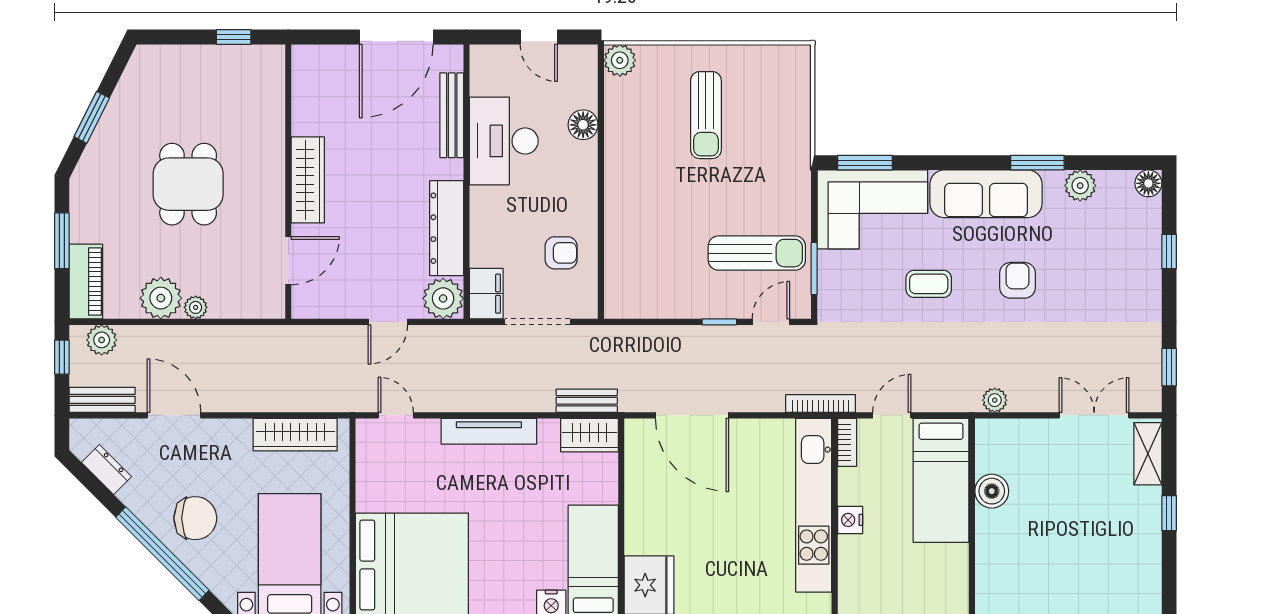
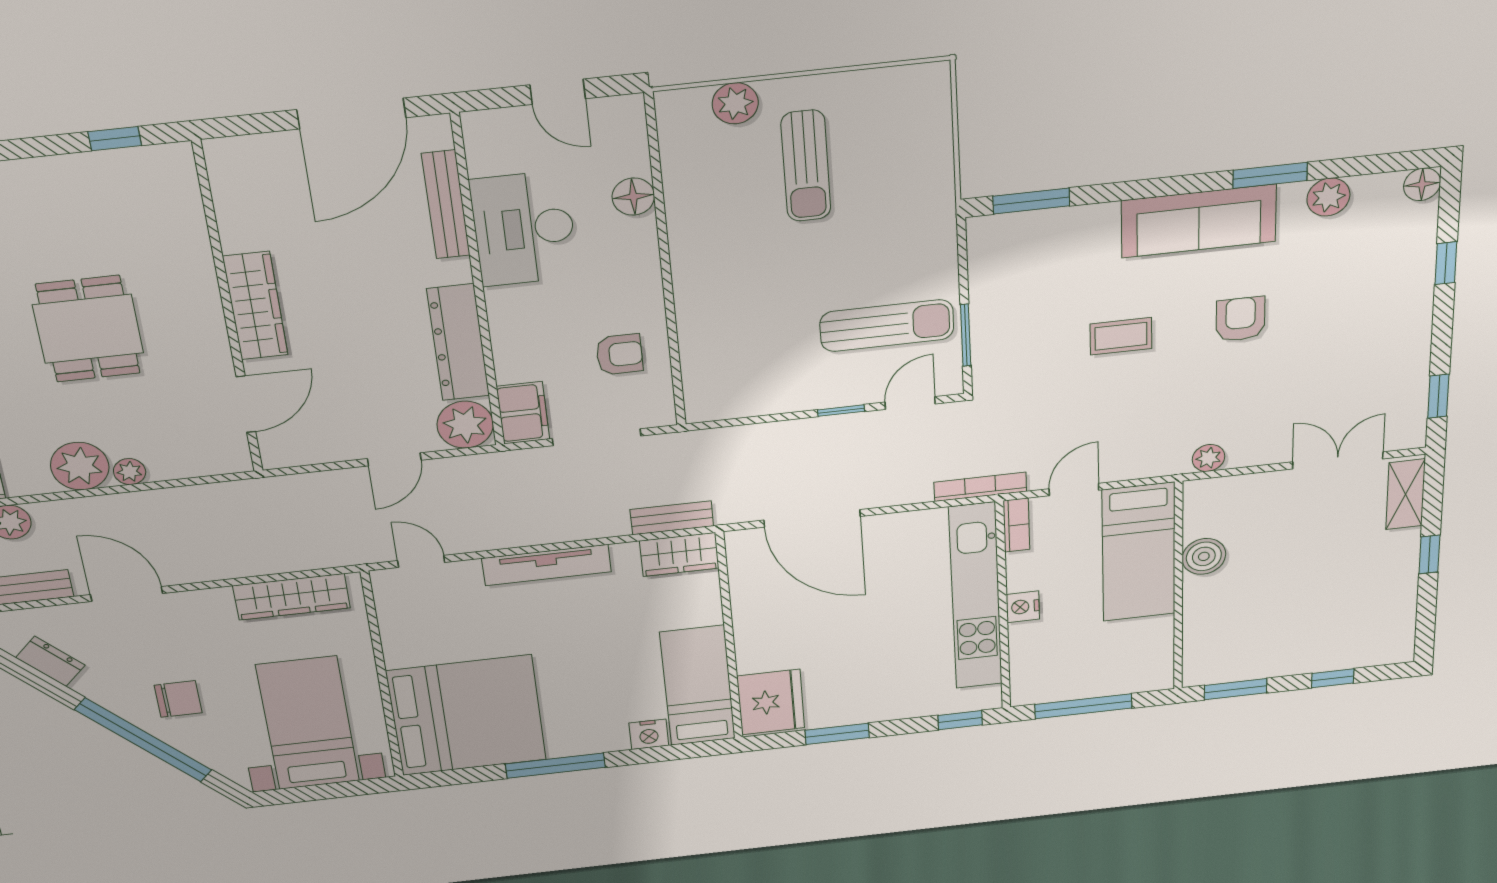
plant: (620, 60) -> (735, 103), moved
corner sofa: (872, 209) -> (1043, 257), removed
chair: (195, 518) -> (178, 699), width x0.73, depth x0.73

